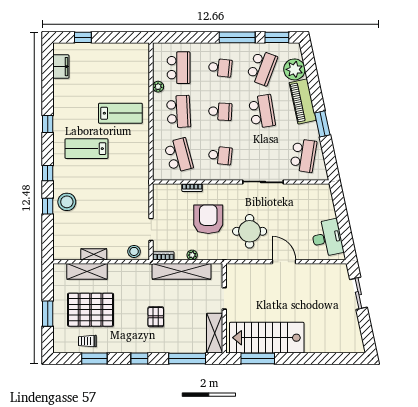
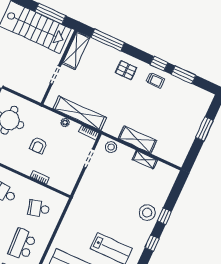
school desk: (179, 155) -> (39, 209), width x0.54
armchair: (208, 219) -> (38, 145), width x0.53, depth x0.53
shelving: (87, 271) -> (137, 140), moved
pallet: (91, 310) -> (168, 116), removed
pallet: (156, 317) -> (126, 70), moved, turned 90
trolley: (87, 341) -> (155, 80), moved
window: (139, 359) -> (159, 64), moved

